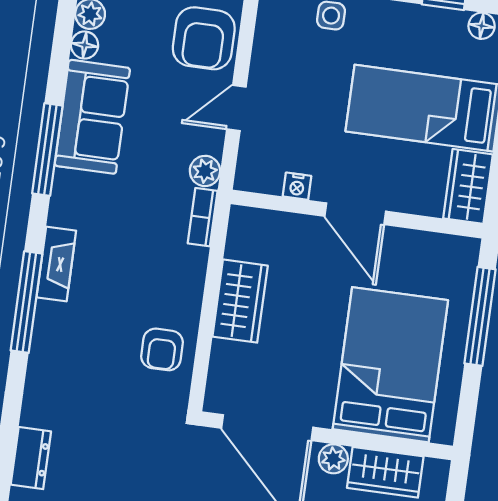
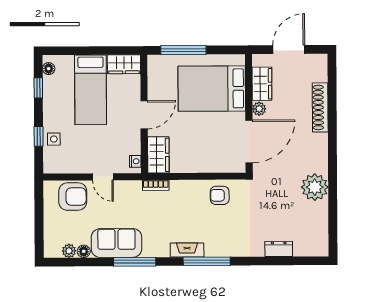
plant: (205, 171) -> (134, 187), removed
nightstand: (297, 186) -> (135, 161), moved
wardrobe: (240, 301) -> (158, 155), moved, turned 90
armchair: (162, 349) -> (220, 195), turned 180

